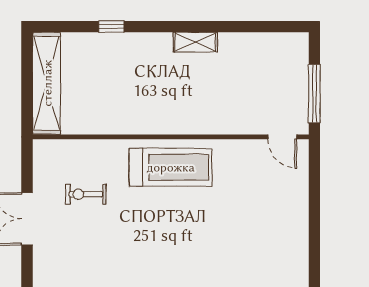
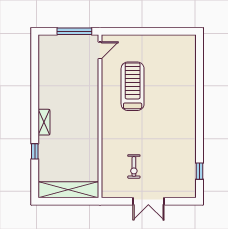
shelving: (195, 42) -> (44, 122), moved
treadmill: (171, 167) -> (133, 86), moved

